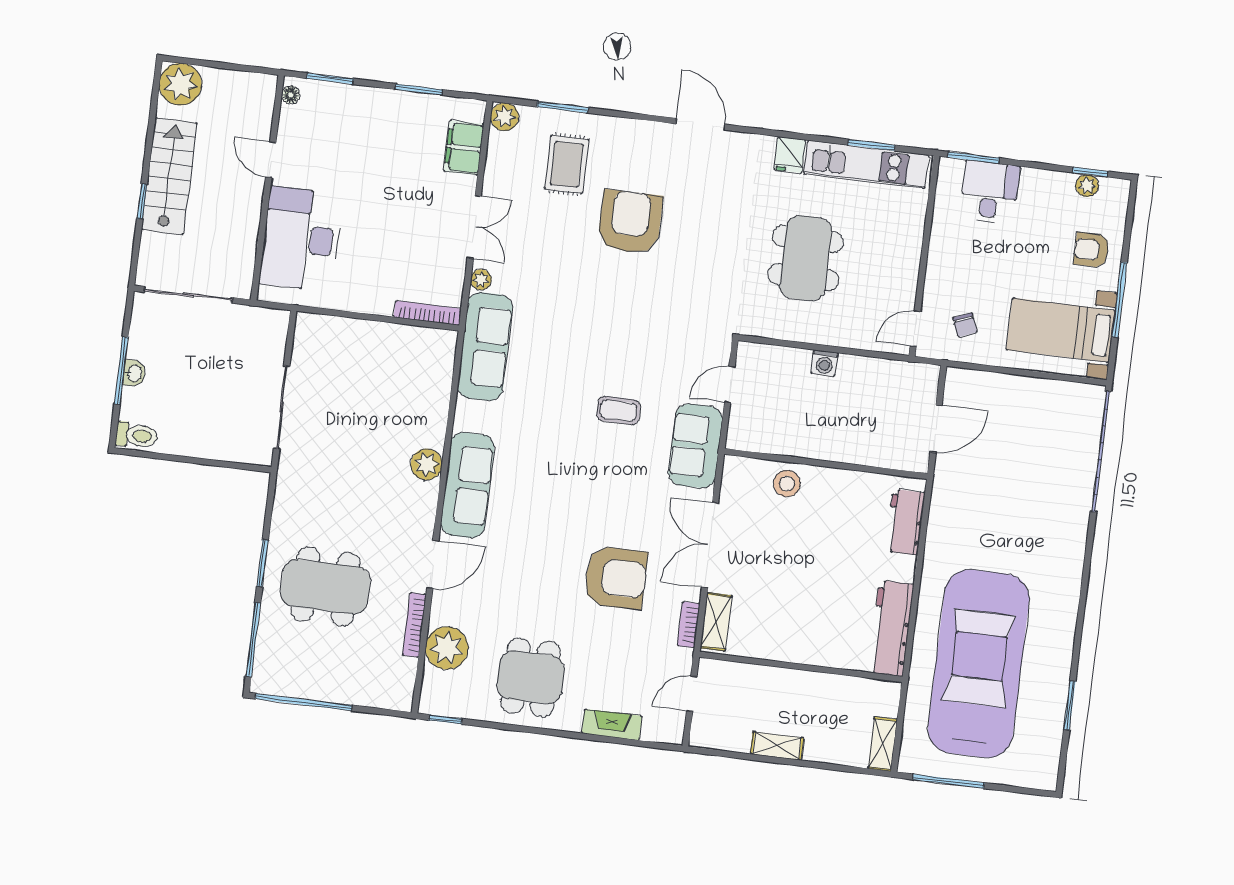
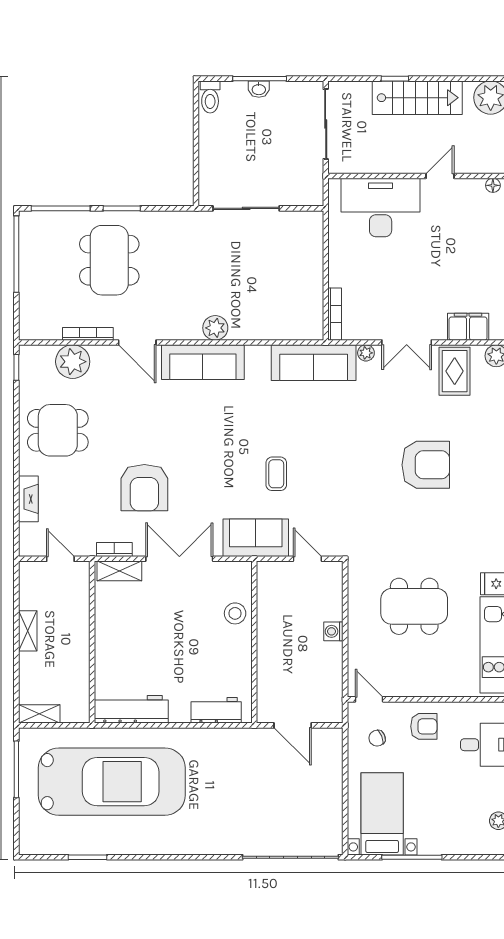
rug: (567, 164) -> (455, 371), moved, turned 90
armchair: (1091, 250) -> (424, 726), moved, turned 90

